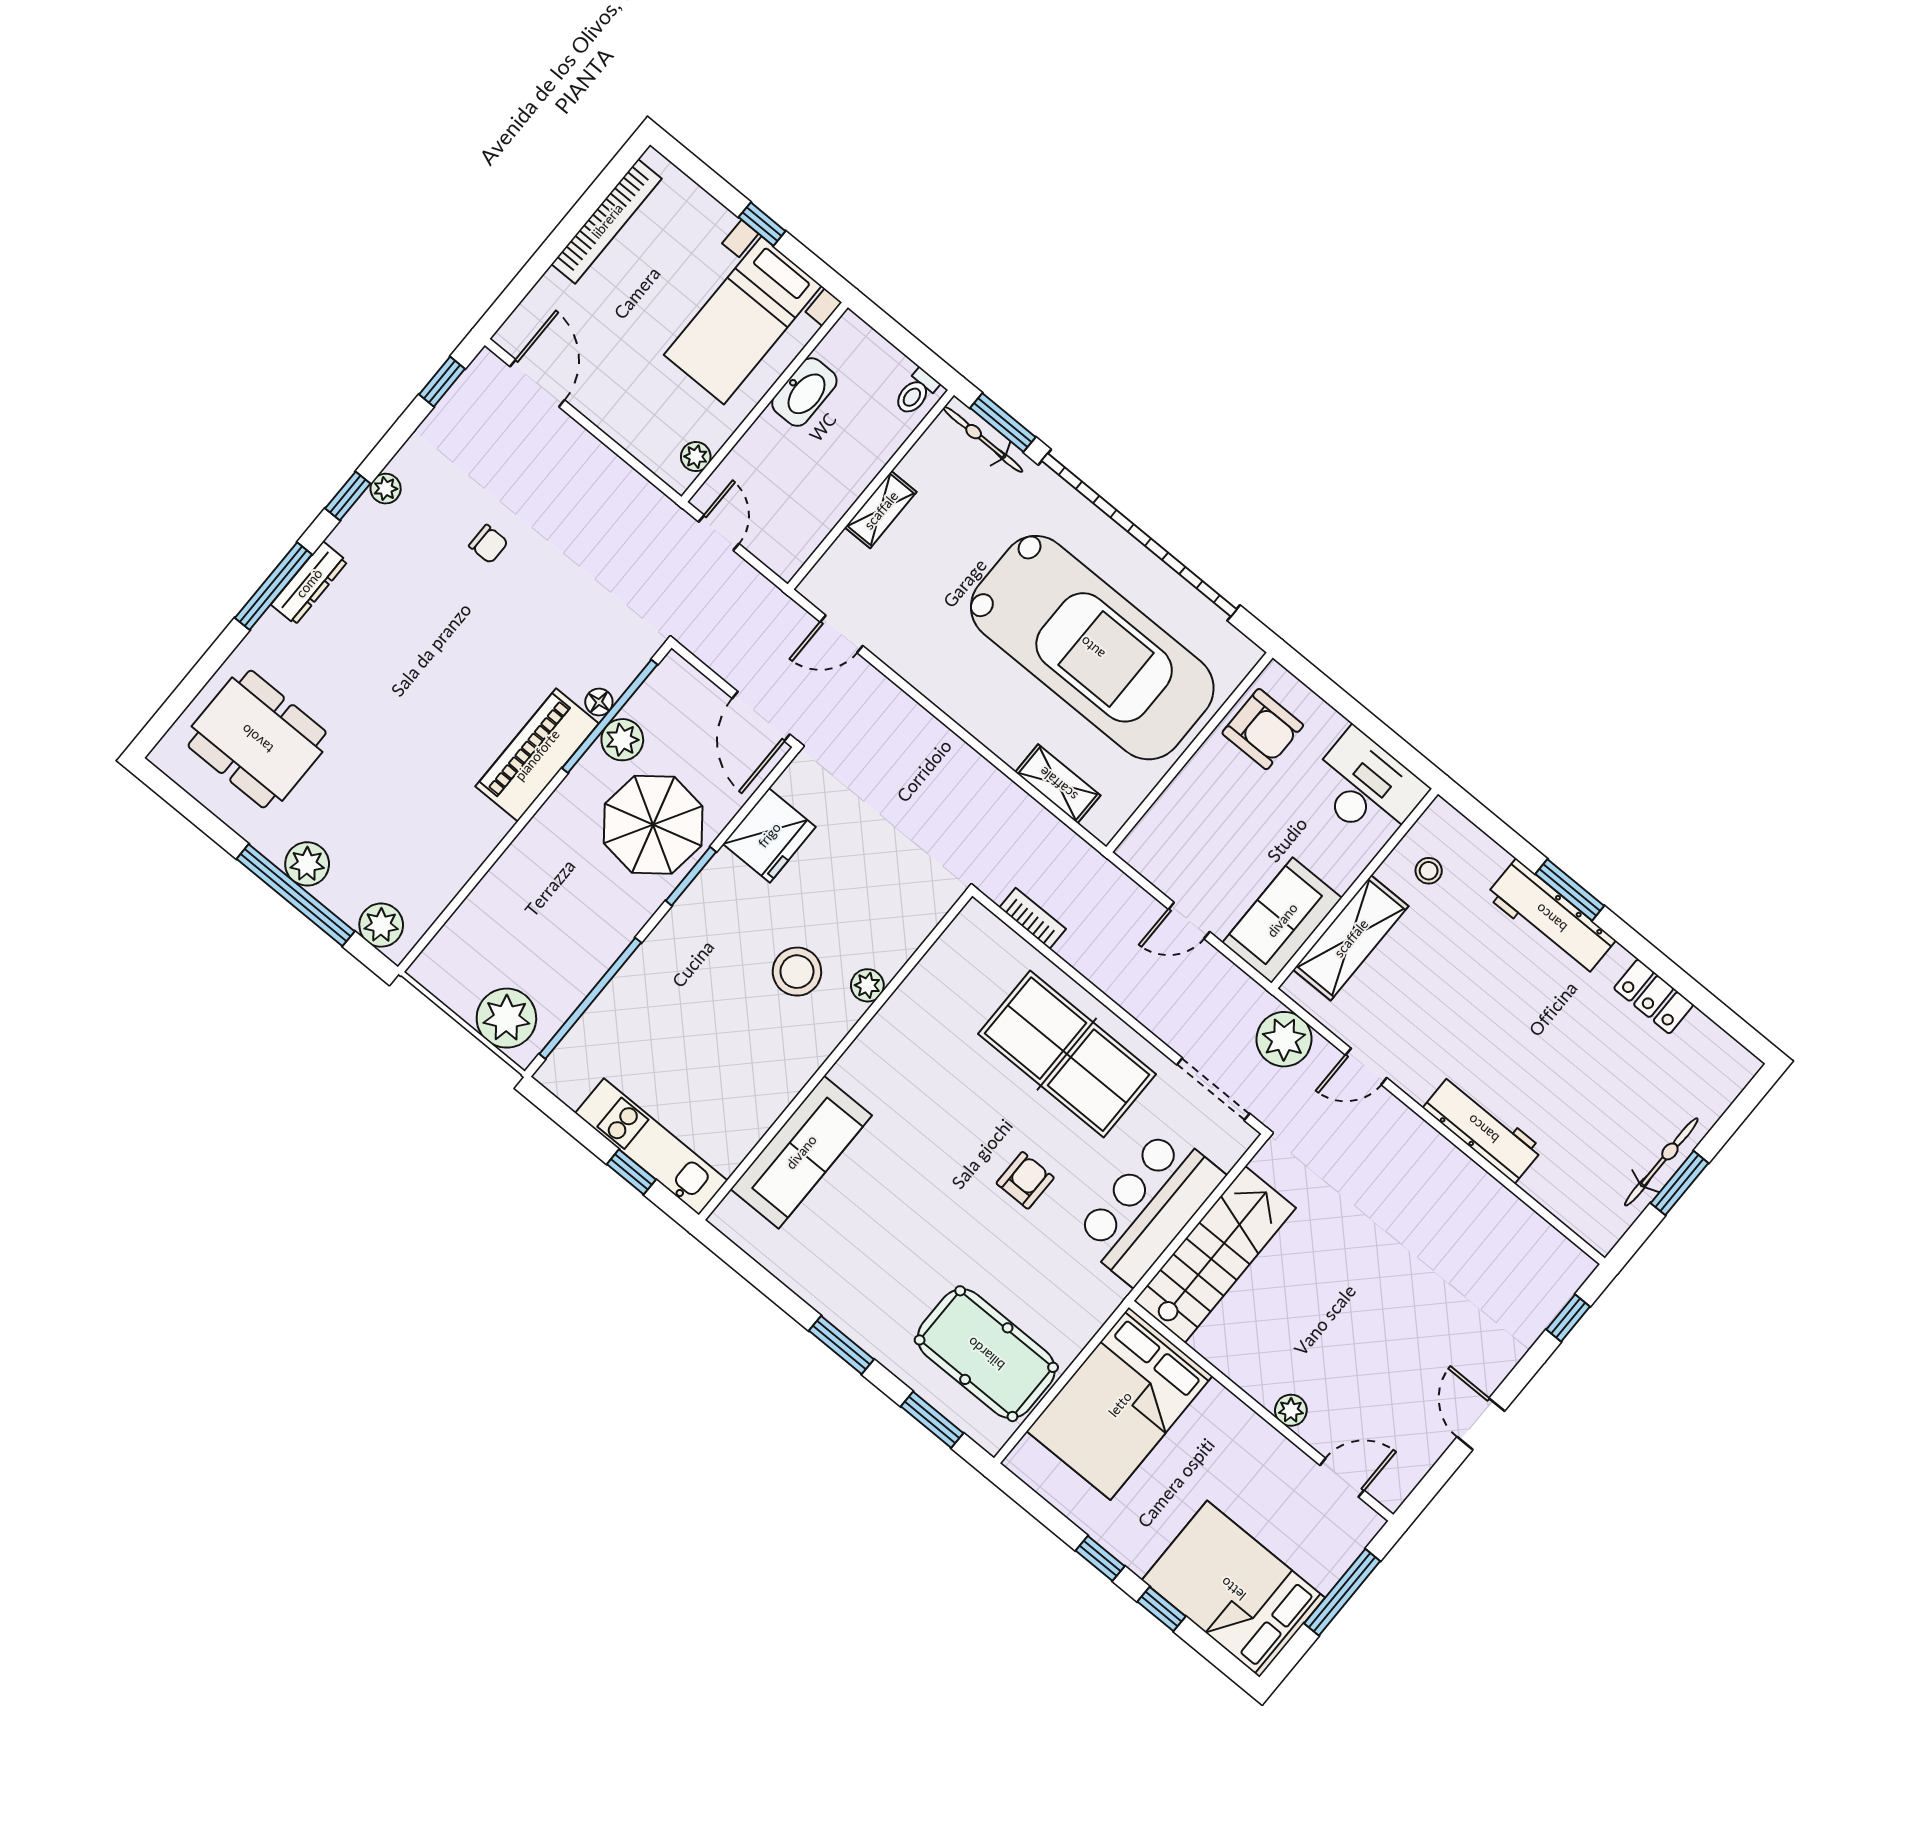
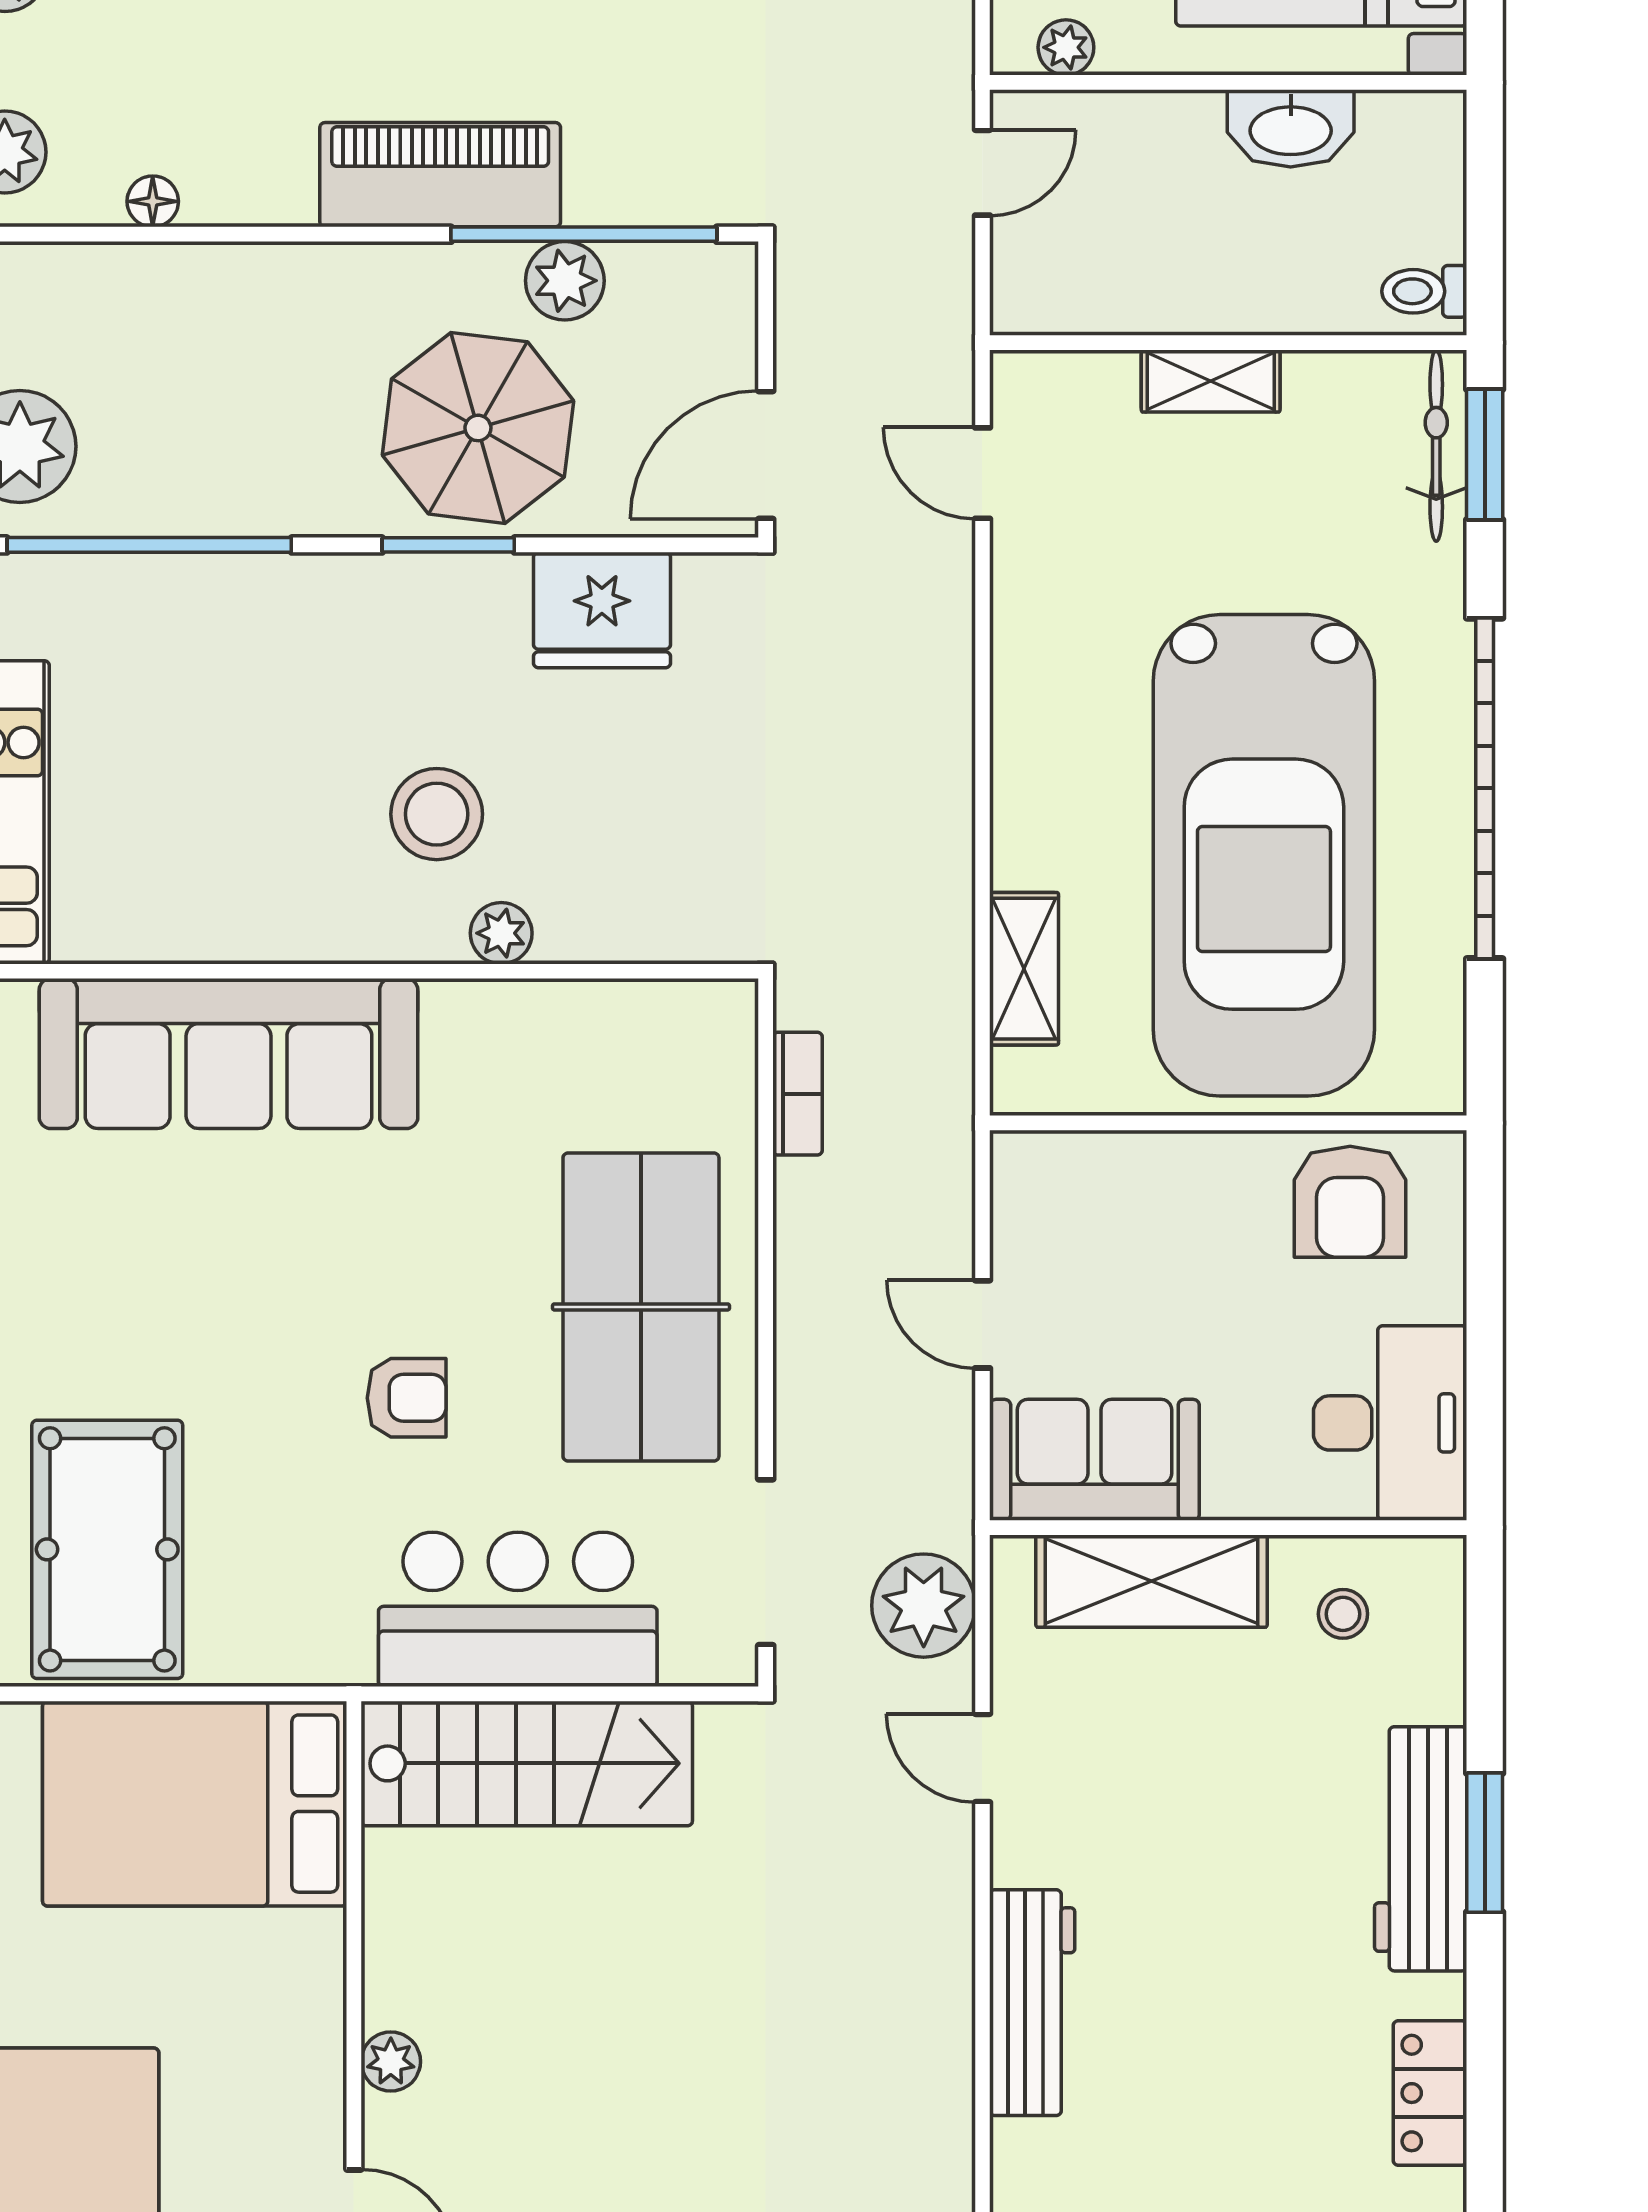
garage door: (1139, 535) -> (1485, 788), width x0.73
floor lamp: (599, 702) -> (153, 201), moved
sofa: (801, 1152) -> (228, 1054), width x1.36, depth x1.27

